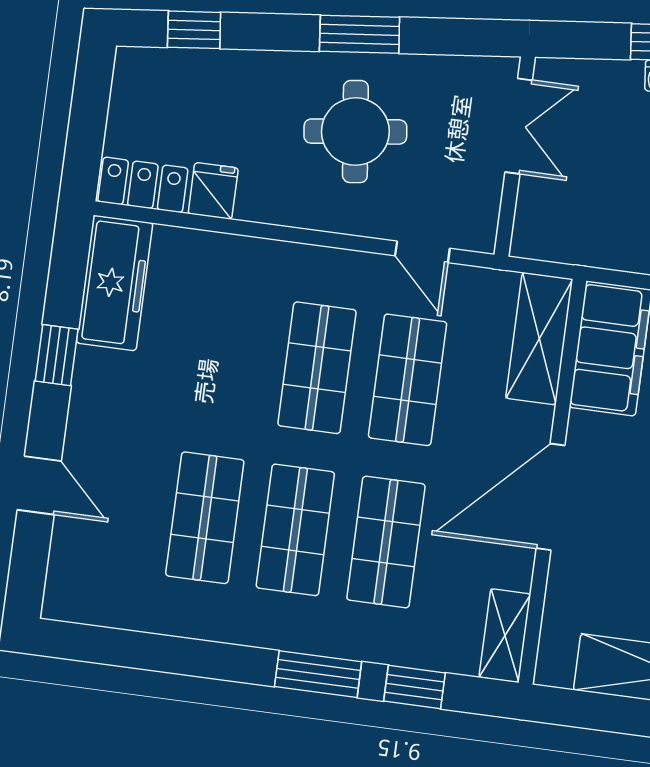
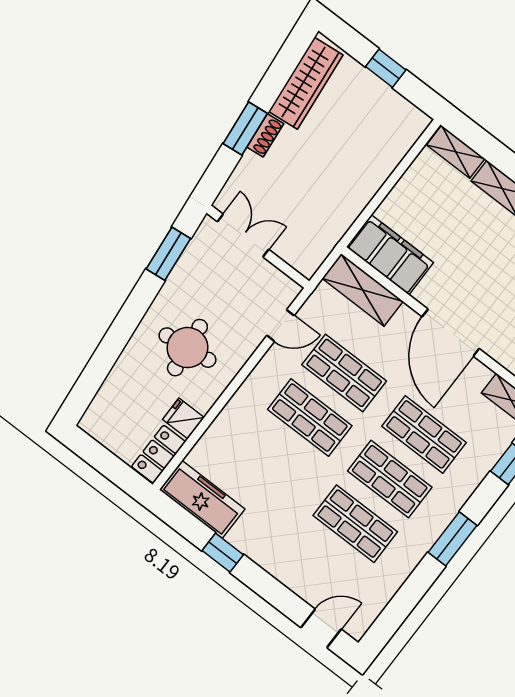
window: (194, 30) -> (91, 379), removed
window: (360, 34) -> (168, 254), moved
round table: (355, 132) -> (187, 348), moved
door: (39, 485) -> (321, 628), moved
window: (318, 674) -> (452, 539), moved

